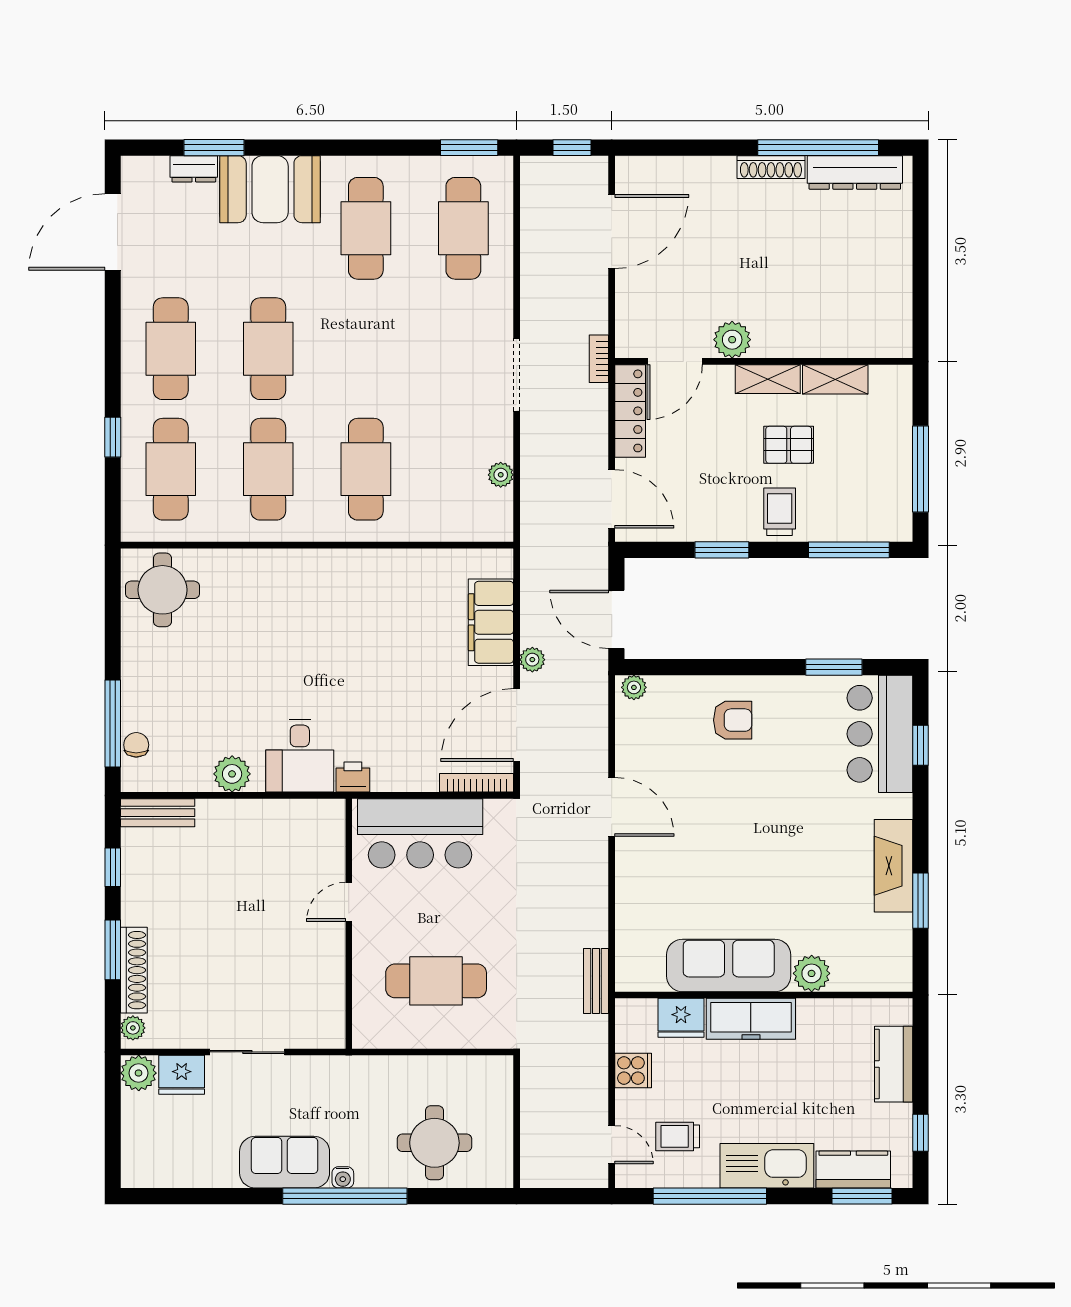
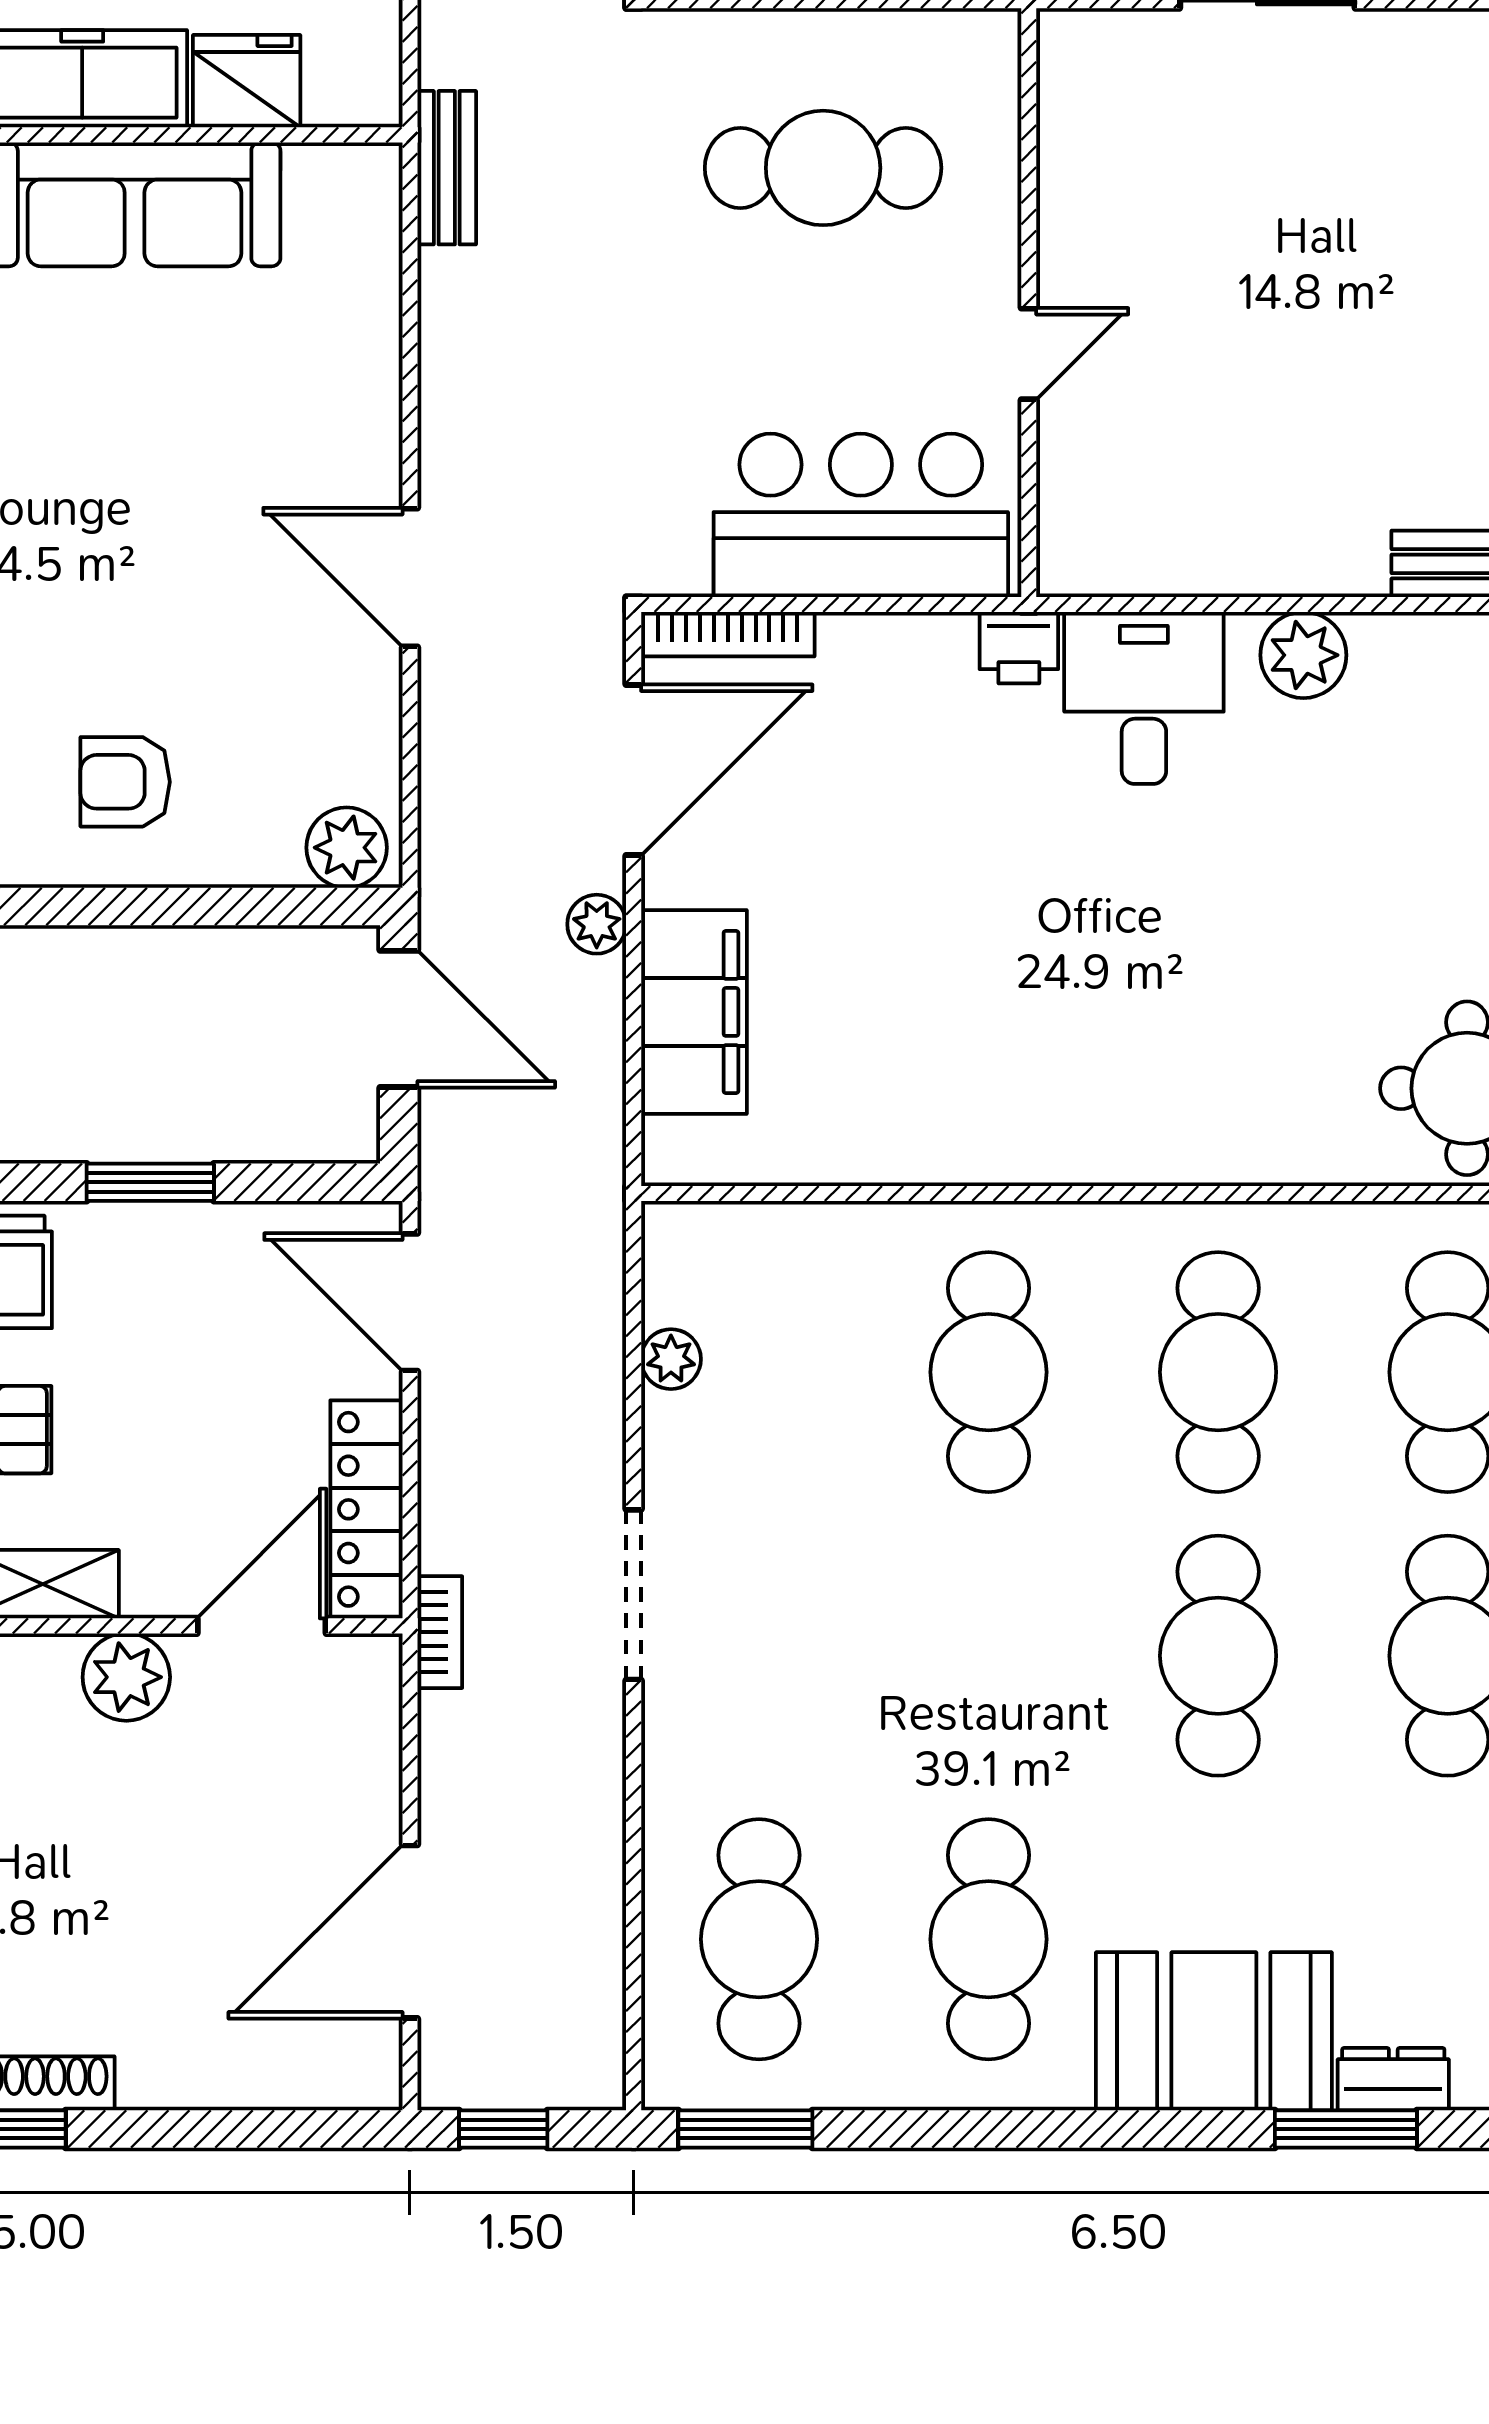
plant: (634, 687) -> (347, 848), width x1.38, depth x1.38

